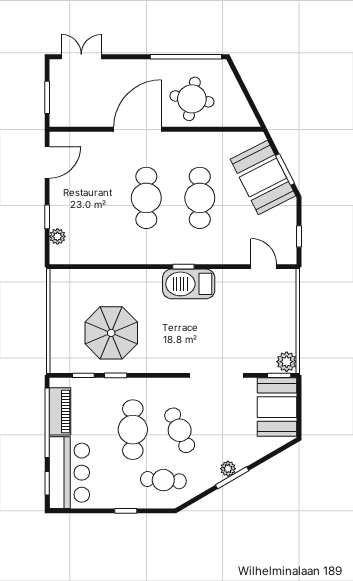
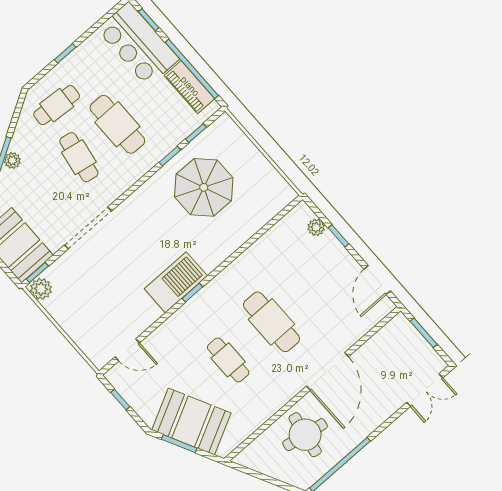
cafe table: (200, 198) -> (228, 360), width x0.73, depth x0.74
cafe table: (180, 430) -> (79, 157), turned 35

